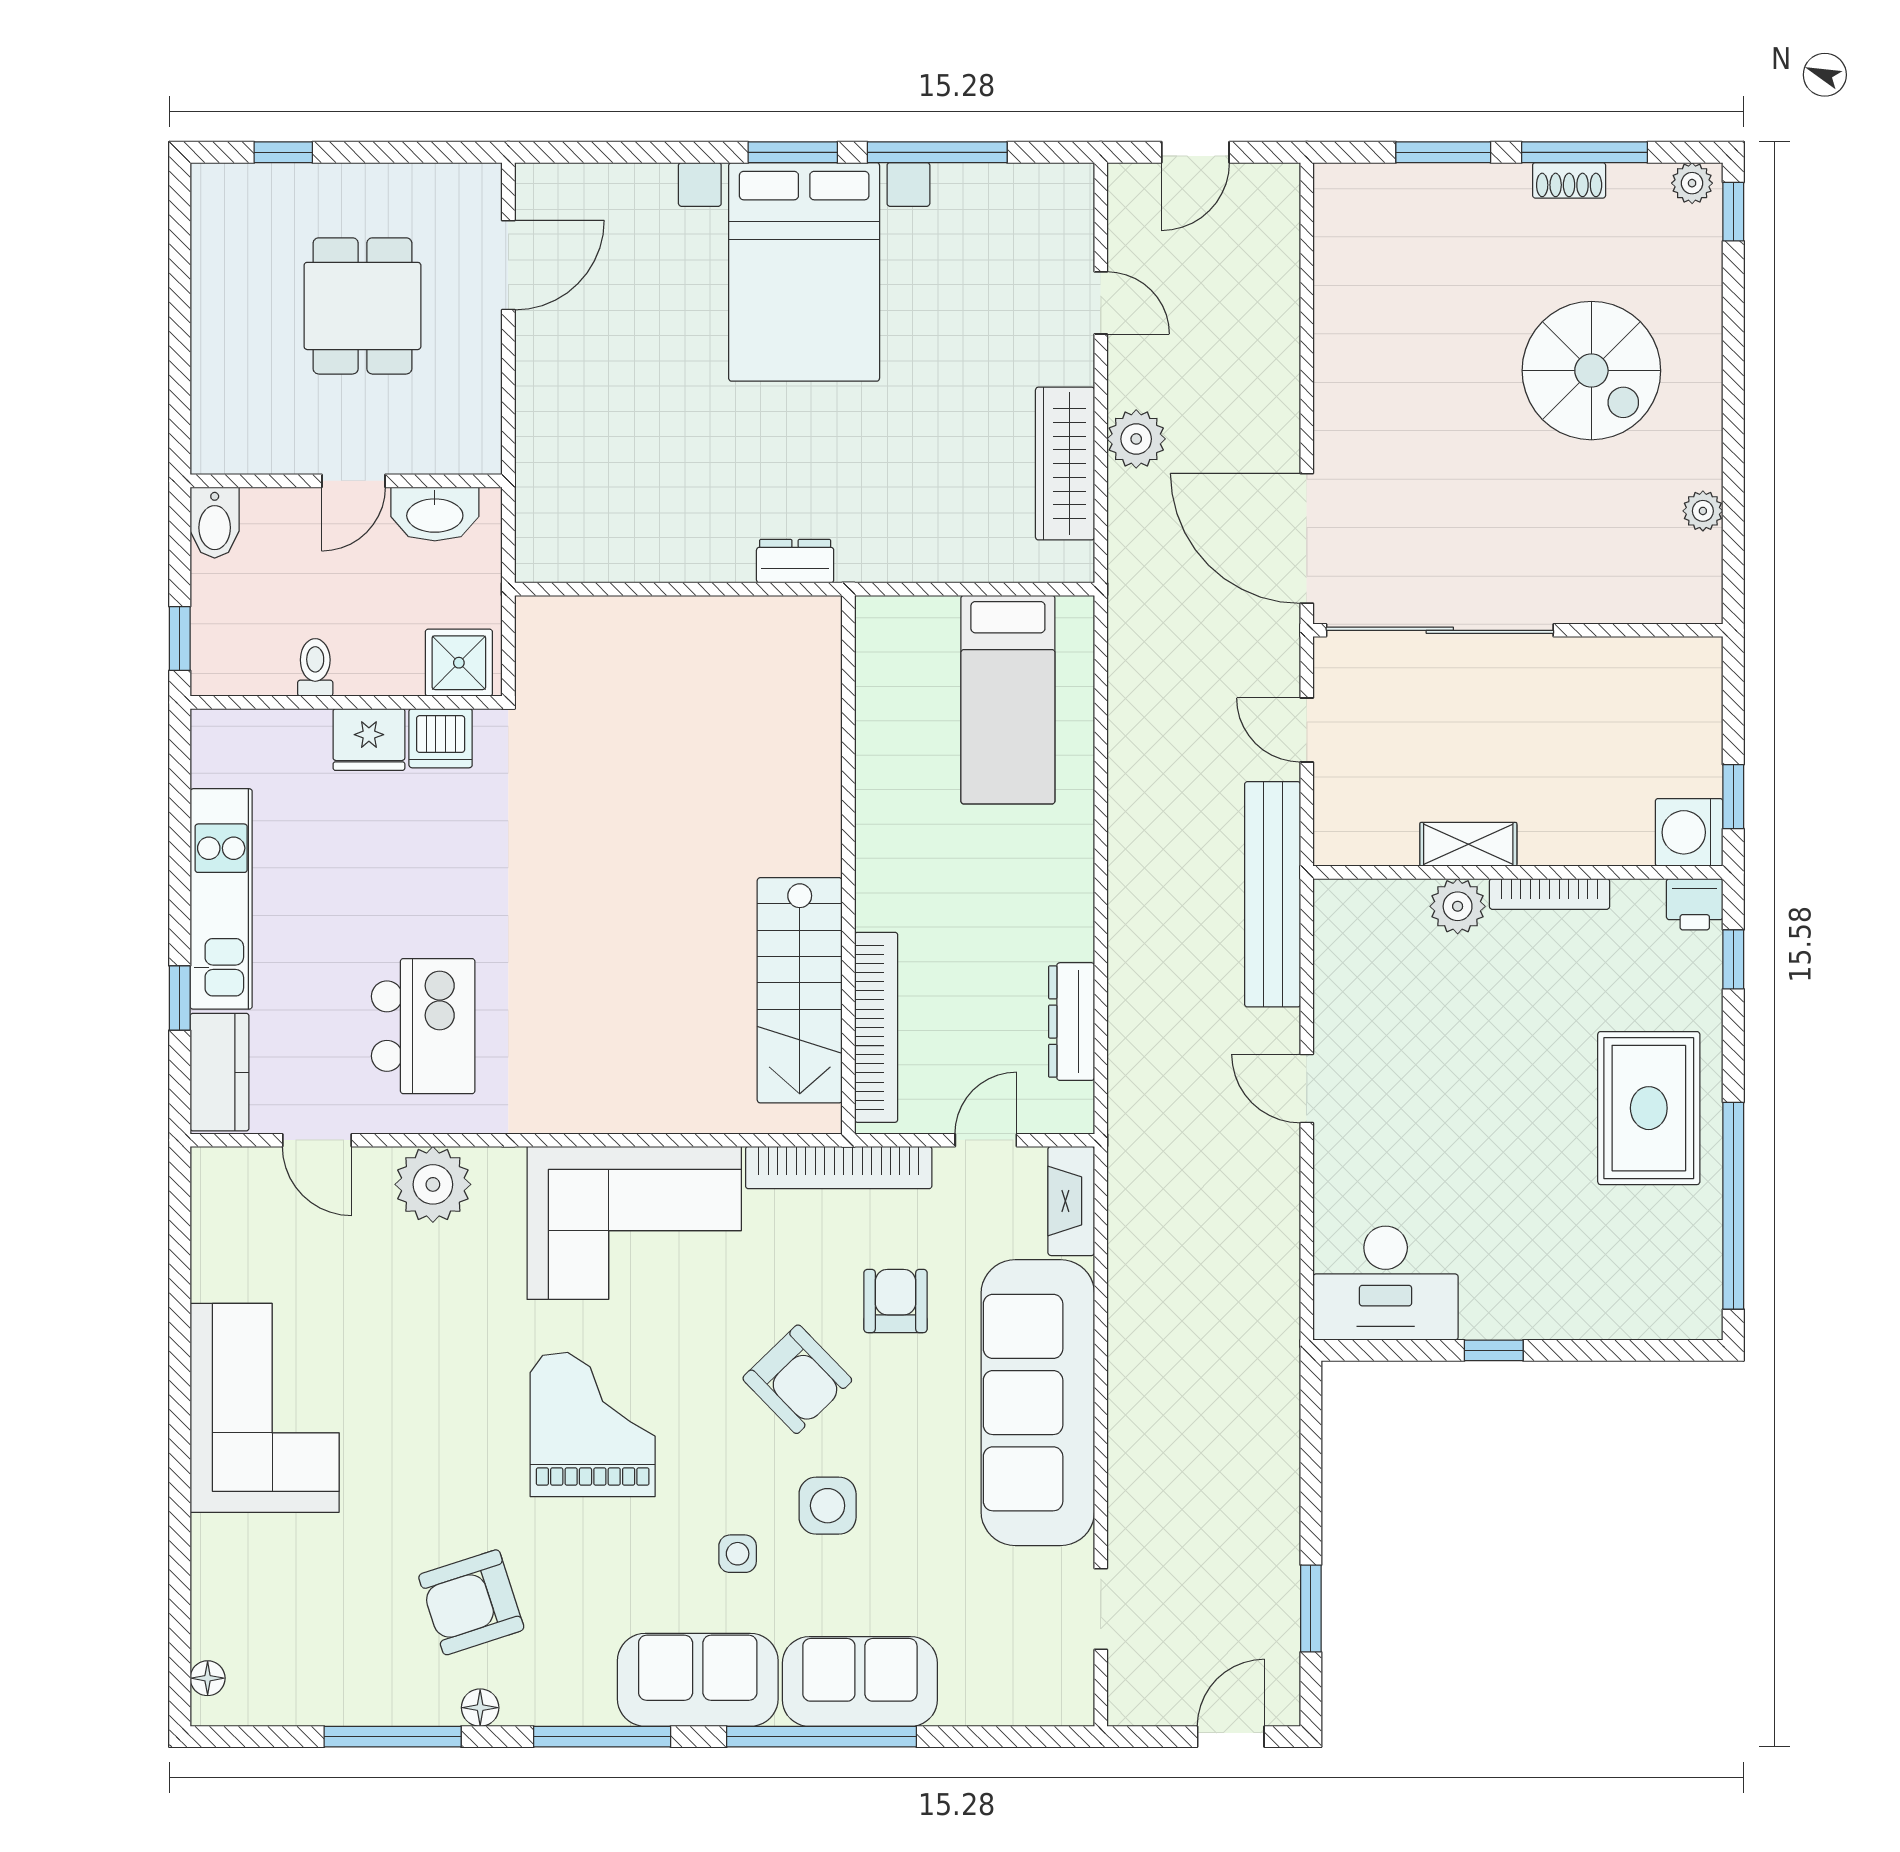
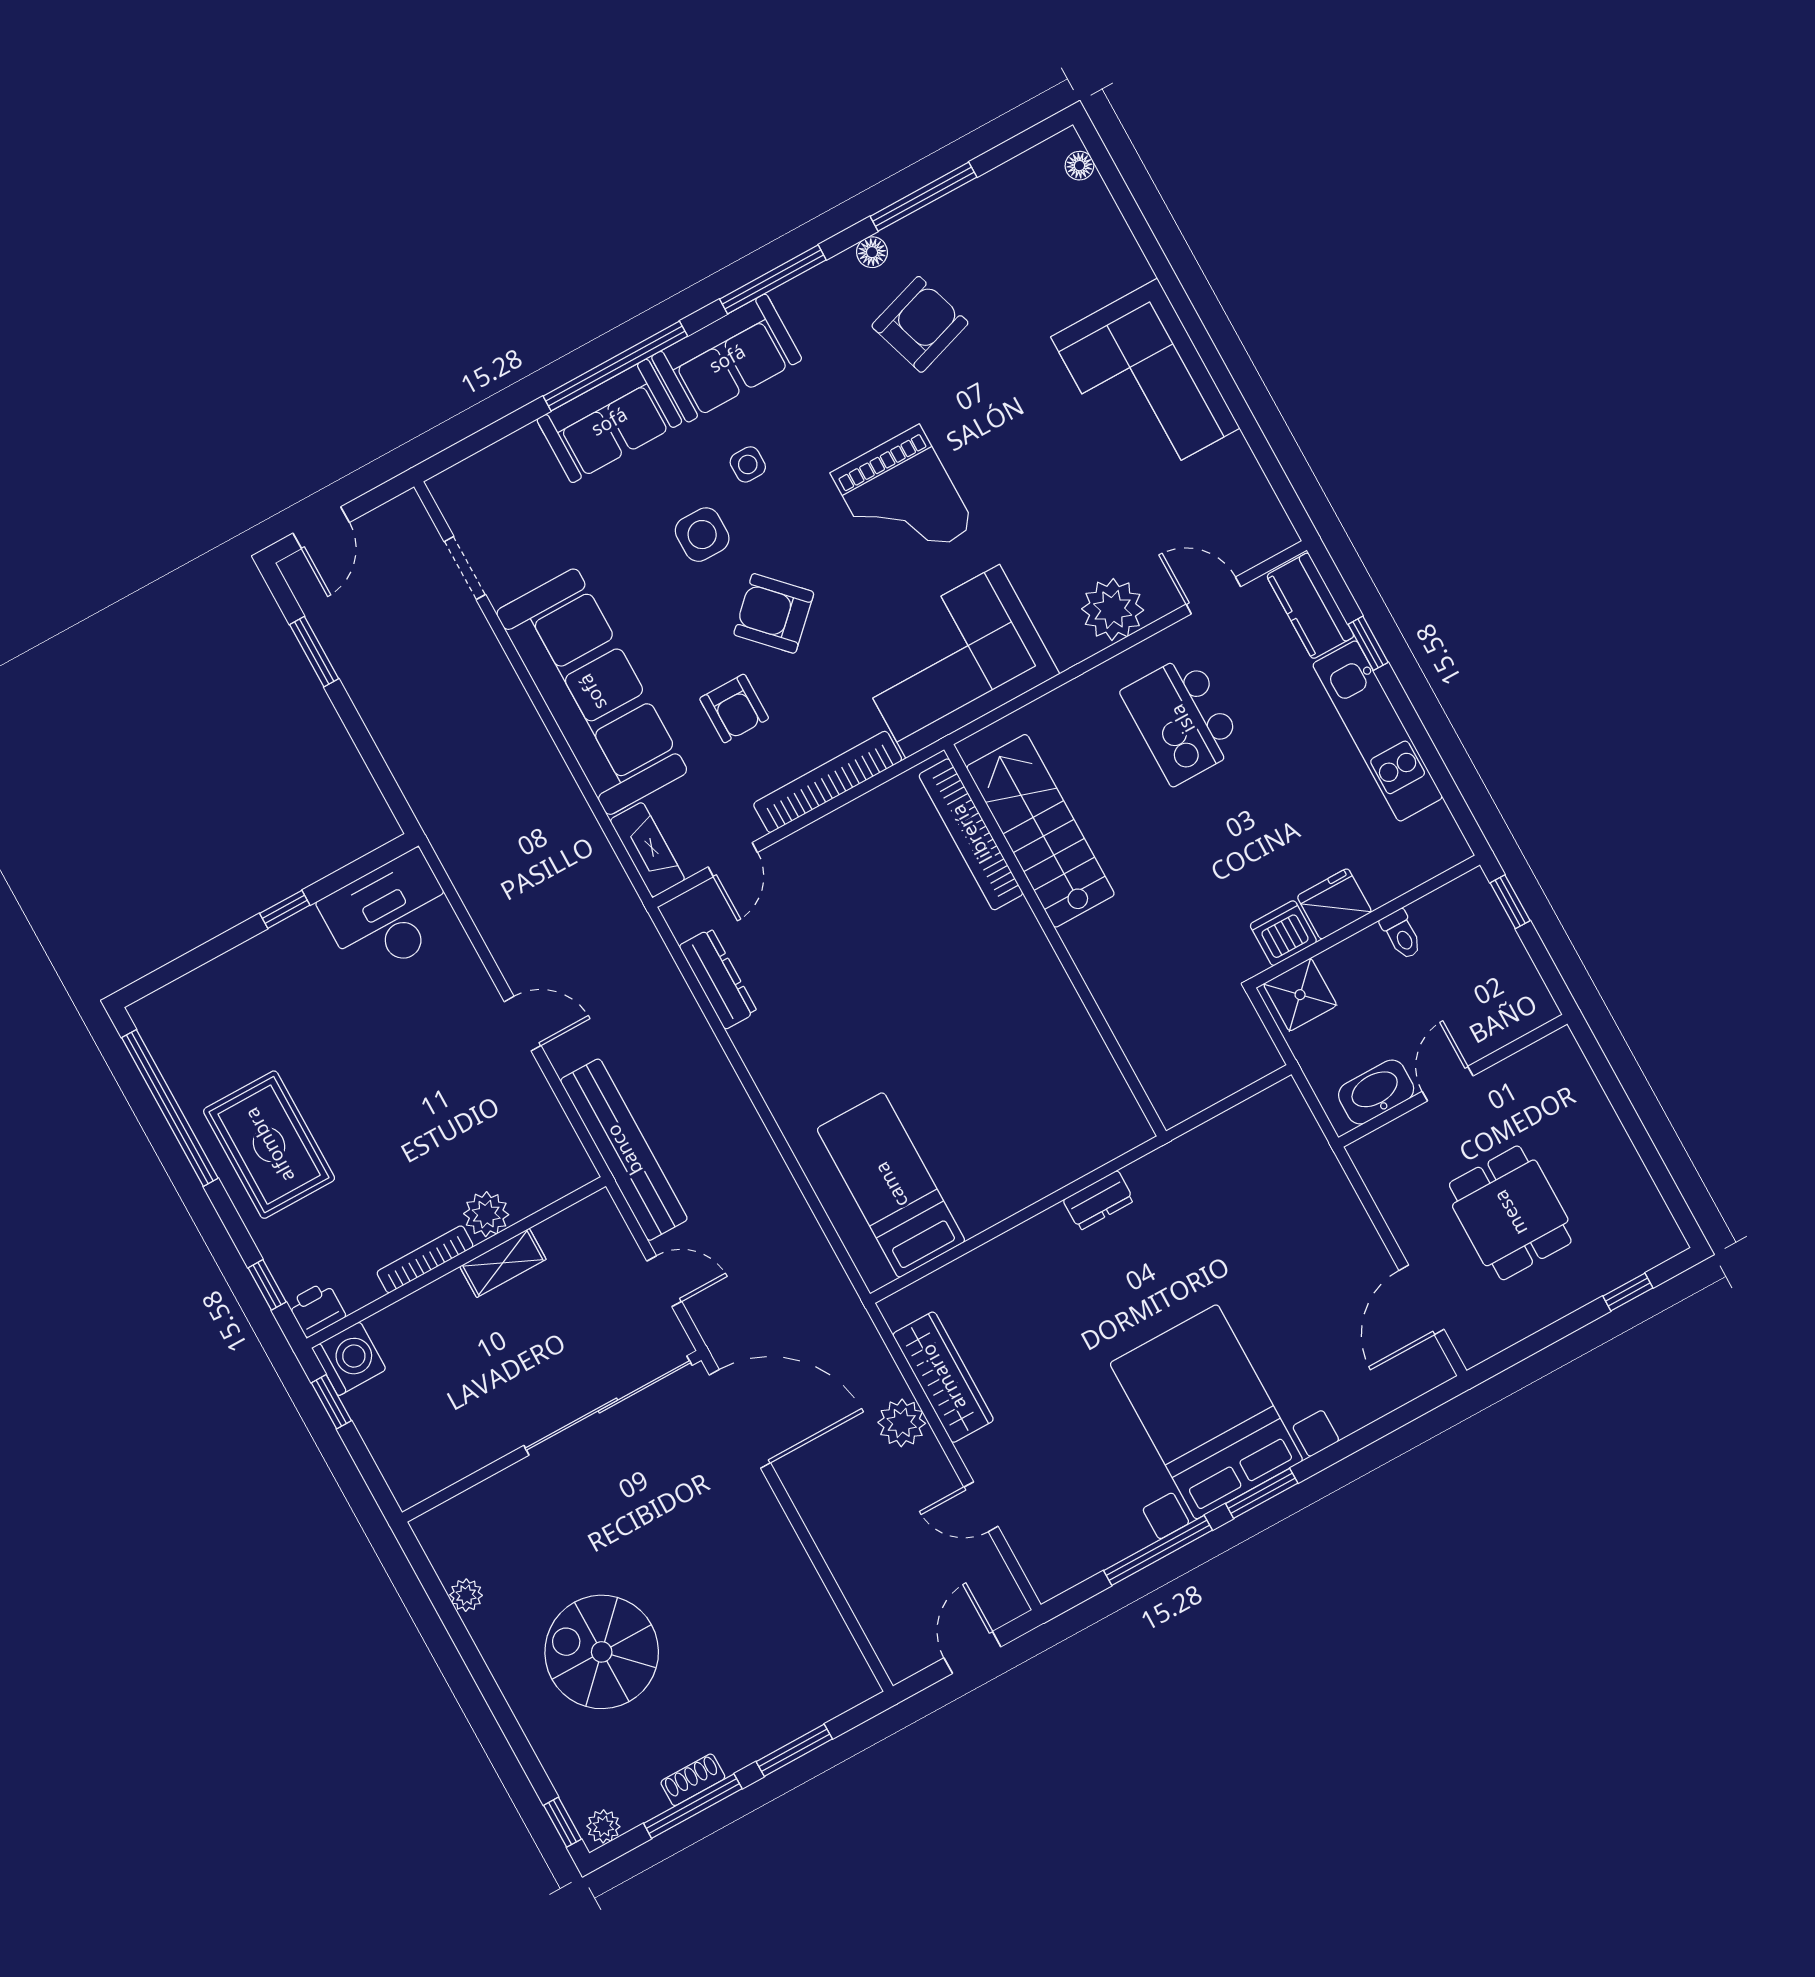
bidet: (215, 523) -> (1531, 999), removed
wall: (848, 865) -> (1055, 940), moved
stairs: (800, 990) -> (1040, 831), moved
bookcase: (876, 1027) -> (971, 834), moved

